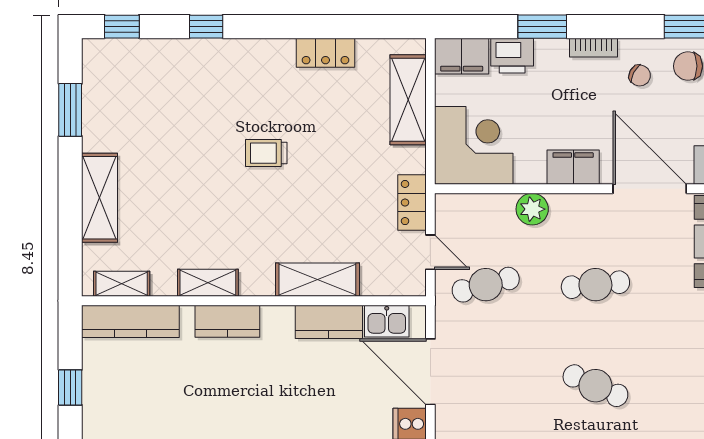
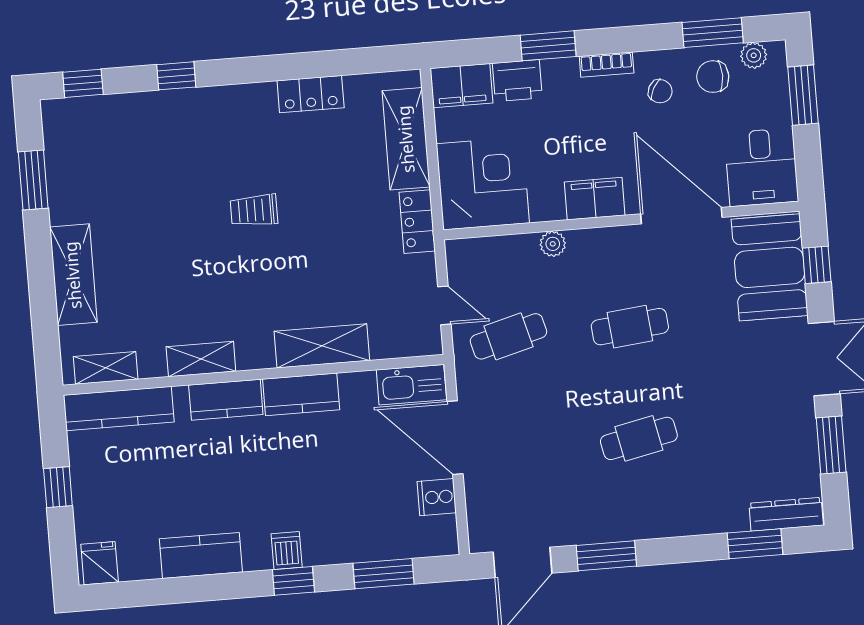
locker: (412, 203) -> (417, 222), moved
plant: (532, 209) -> (553, 244), width x0.73, depth x0.73
kitchen sink: (387, 321) -> (411, 385), width x1.38
kitchen counter: (329, 322) -> (301, 394), moved
cafe table: (595, 386) -> (639, 438), turned -36

